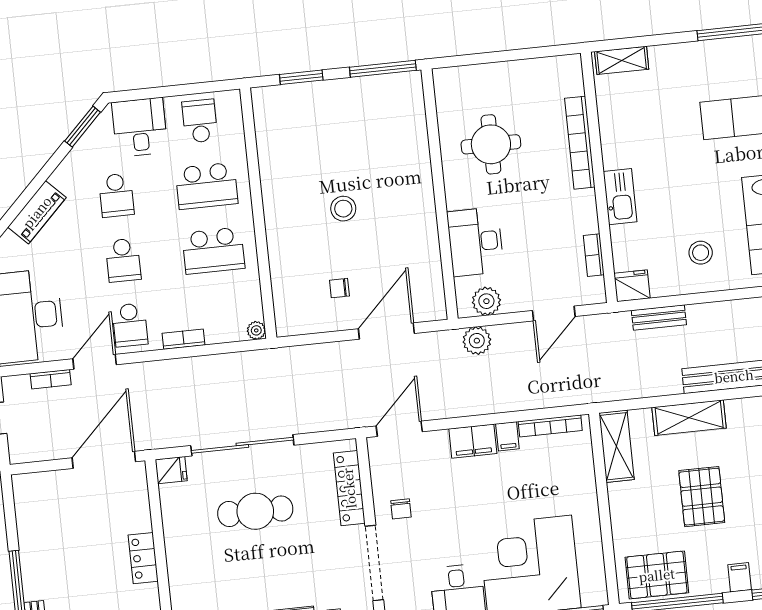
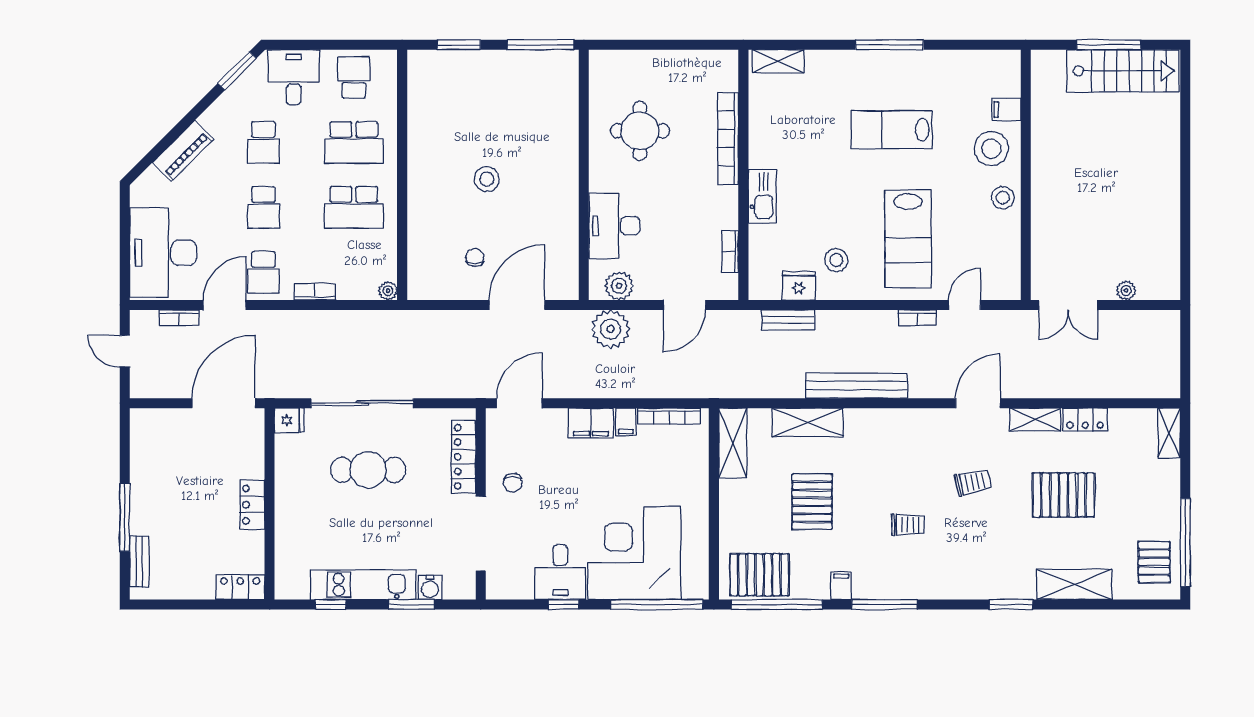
fridge: (632, 286) -> (799, 286), moved
chair: (339, 288) -> (475, 258), turned 90
plant: (477, 341) -> (611, 329), width x1.36, depth x1.36

